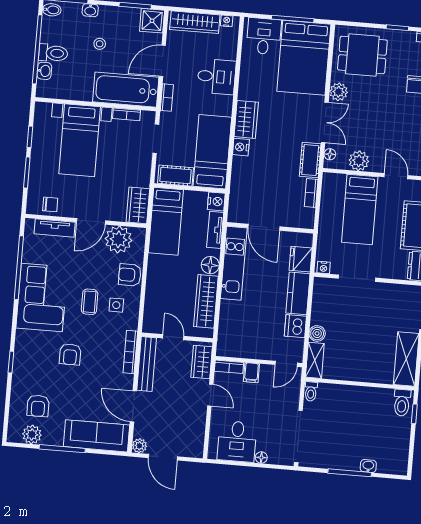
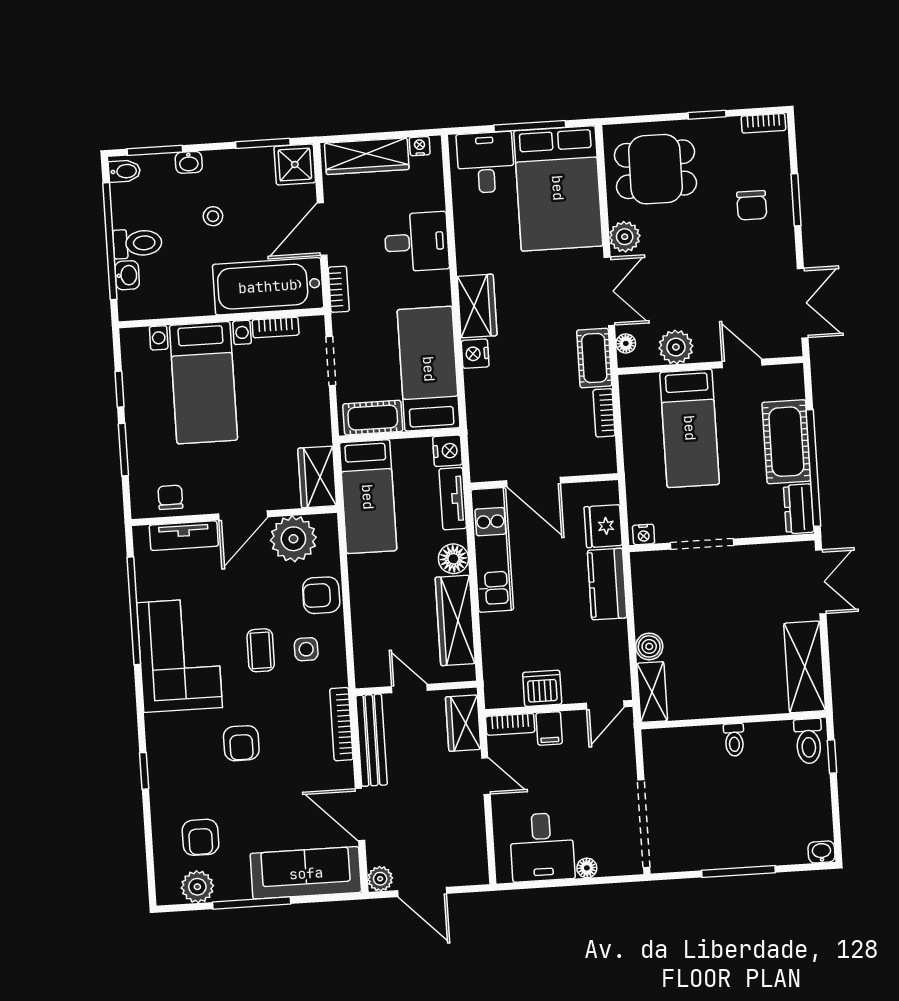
chair: (50, 204) -> (170, 497), turned -90
dishwasher: (295, 326) -> (542, 688), moved, turned 90
toilet: (311, 391) -> (734, 740), moved
washbasin: (368, 466) -> (821, 852), moved

